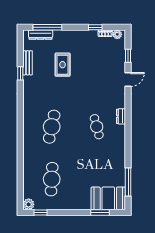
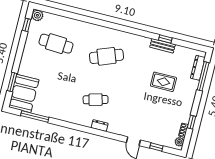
bench: (28, 63) -> (163, 46), moved
cafe table: (52, 127) -> (106, 56), turned -33

